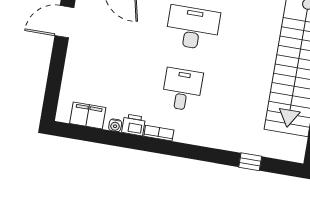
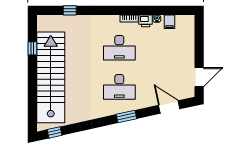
desk: (182, 89) -> (119, 48), width x1.37
filing cabinet: (88, 116) -> (170, 22), width x0.50

